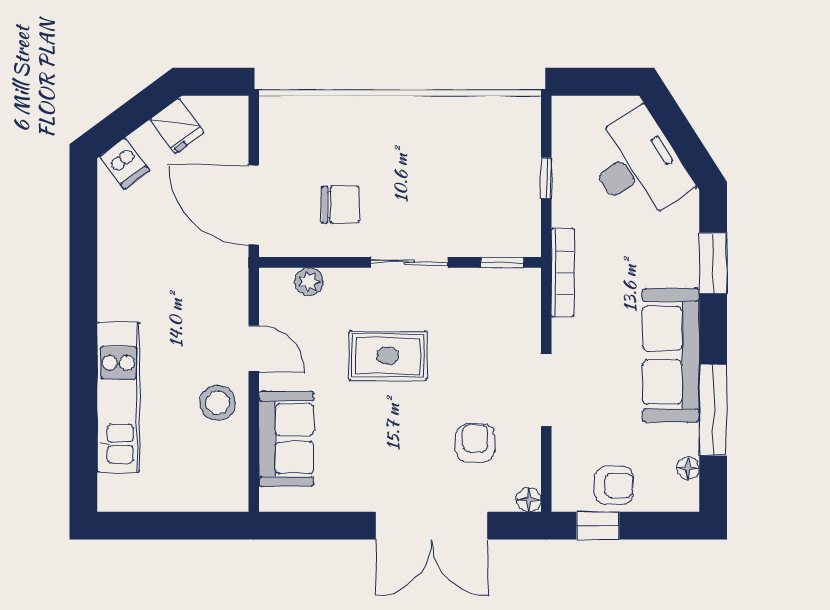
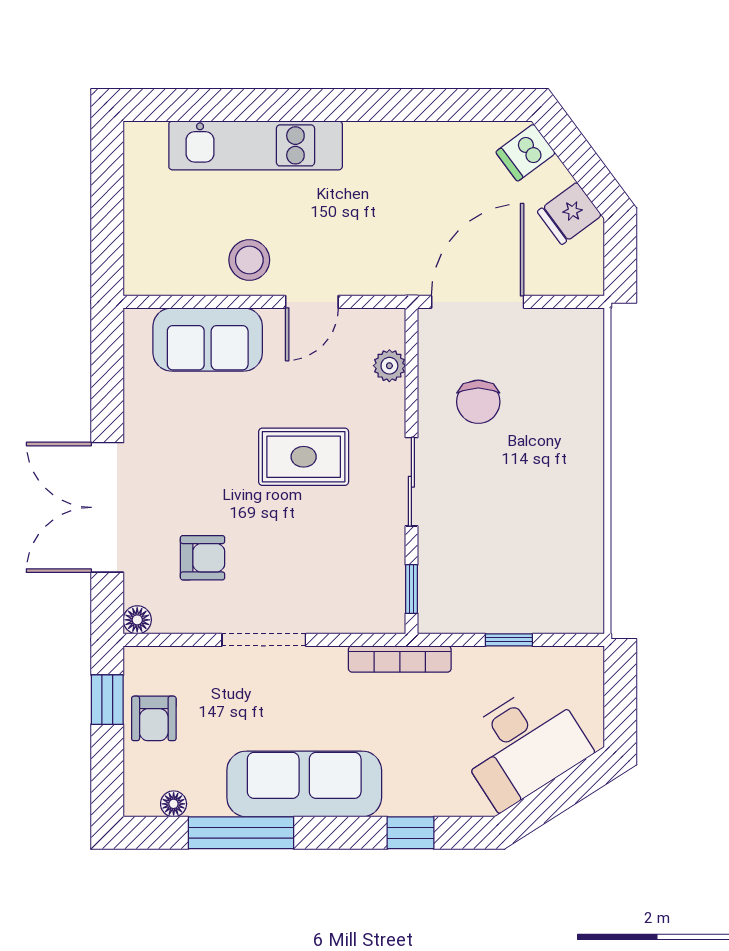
window: (713, 263) -> (410, 833), width x0.67
rug: (388, 356) -> (304, 457), turned 90

